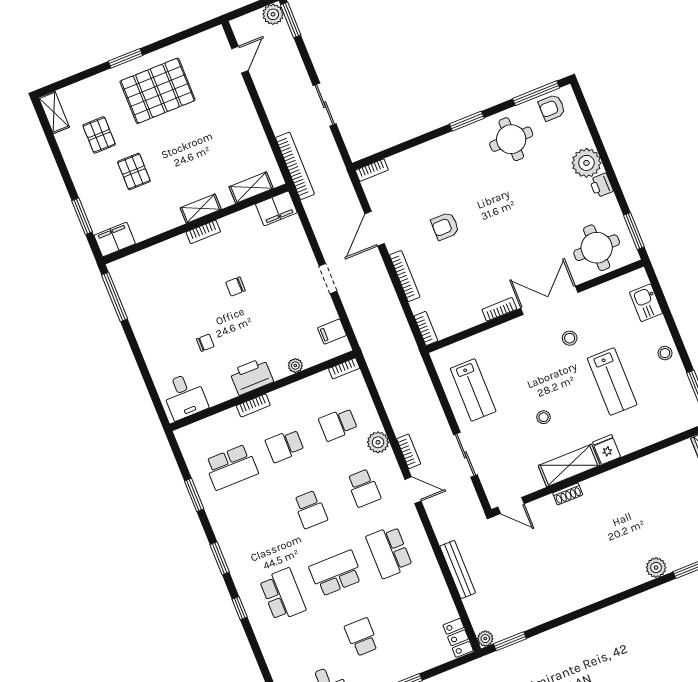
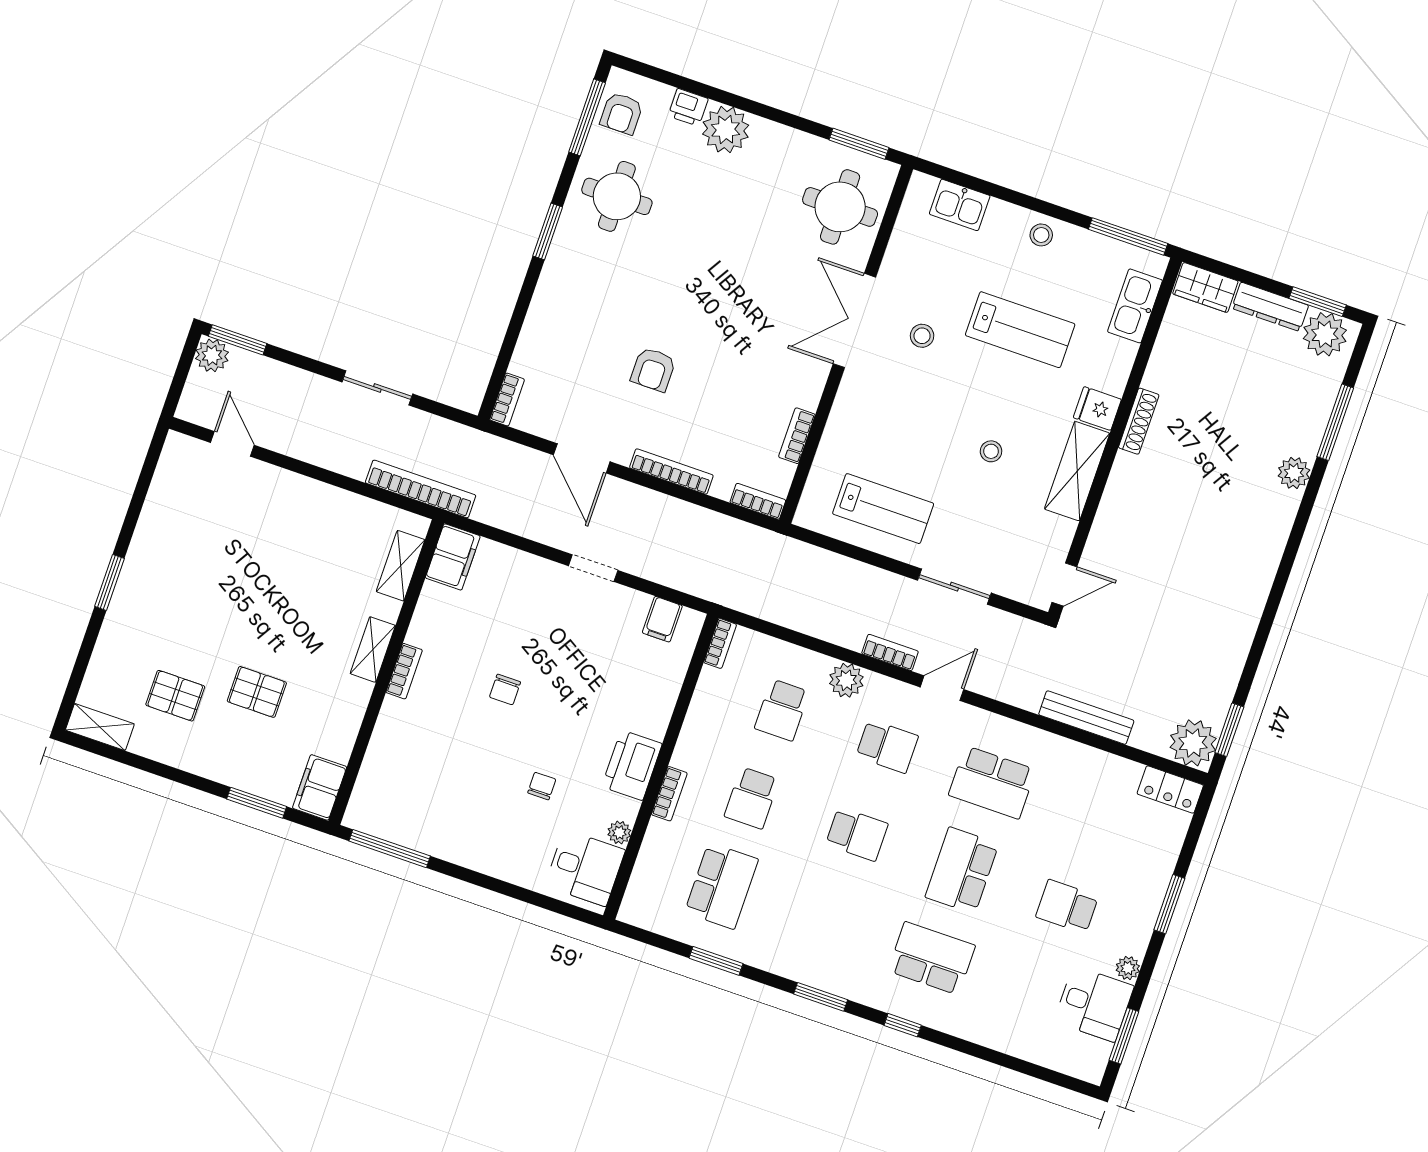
pallet: (158, 91) -> (183, 578), removed
printer: (601, 185) -> (688, 107), moved
bookcase: (499, 309) -> (797, 436), moved
plant: (295, 366) -> (619, 833), moved
kitchen sink: (670, 426) -> (1135, 306), added
shoe rack: (568, 494) -> (1139, 421), moved, width x1.43
plant: (485, 639) -> (1193, 743), width x1.87, depth x1.87

